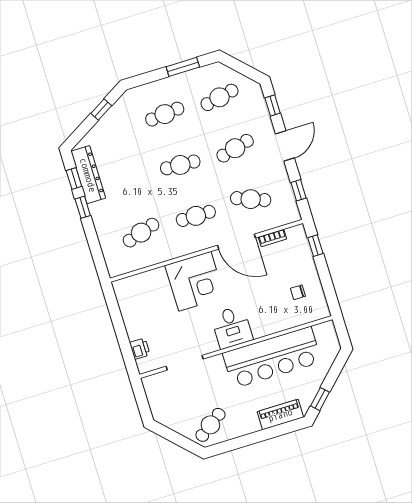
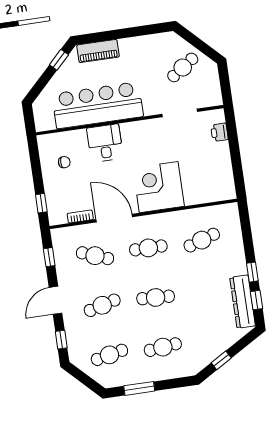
desk: (232, 327) -> (105, 143), moved
cafe table: (210, 425) -> (183, 67), moved

